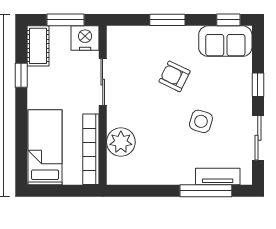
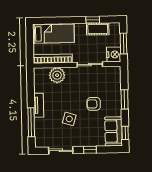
cot: (38, 46) -> (98, 29), moved
armchair: (175, 76) -> (94, 104), turned -116
tv unit: (218, 176) -> (39, 105), moved

